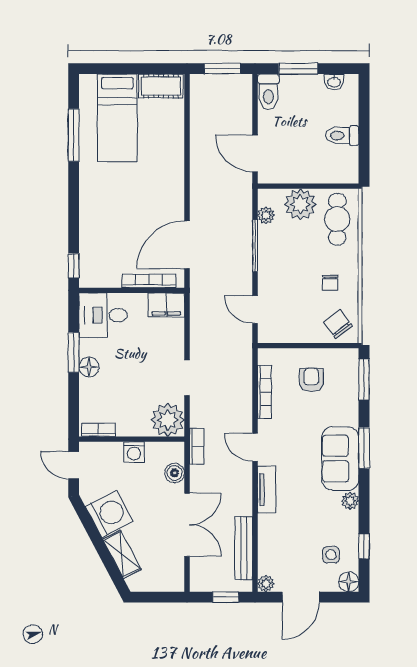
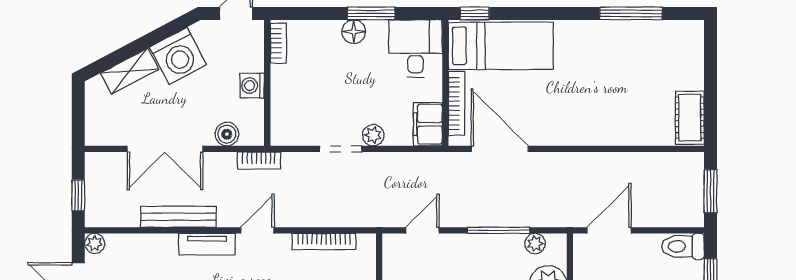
bed: (117, 118) -> (501, 46), moved, turned 180
plant: (168, 420) -> (373, 135), moved, width x0.53, depth x0.53
bench: (244, 548) -> (178, 217), moved

